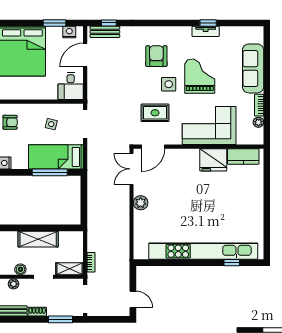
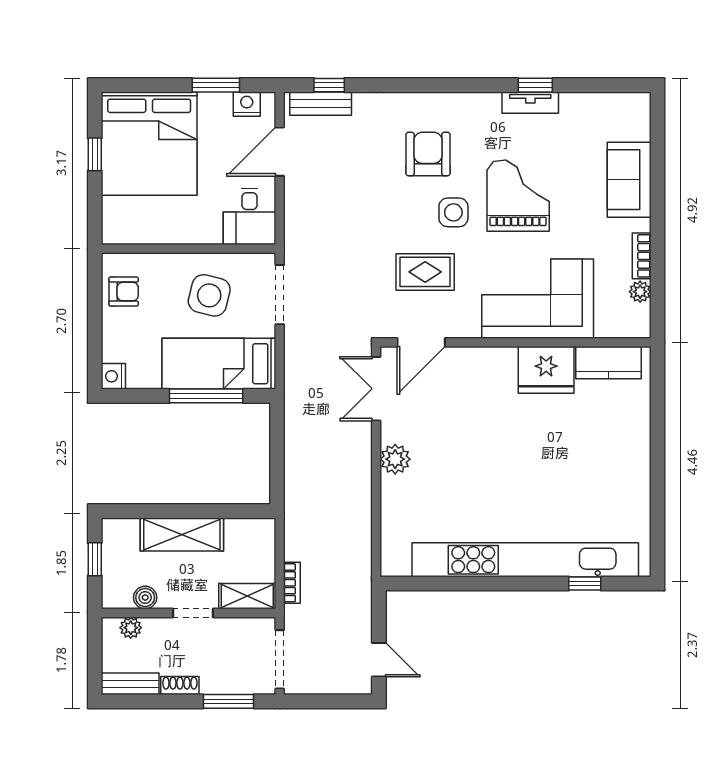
sofa: (253, 68) -> (629, 180), width x0.73
side table: (51, 124) -> (209, 295), width x1.87, depth x1.87

